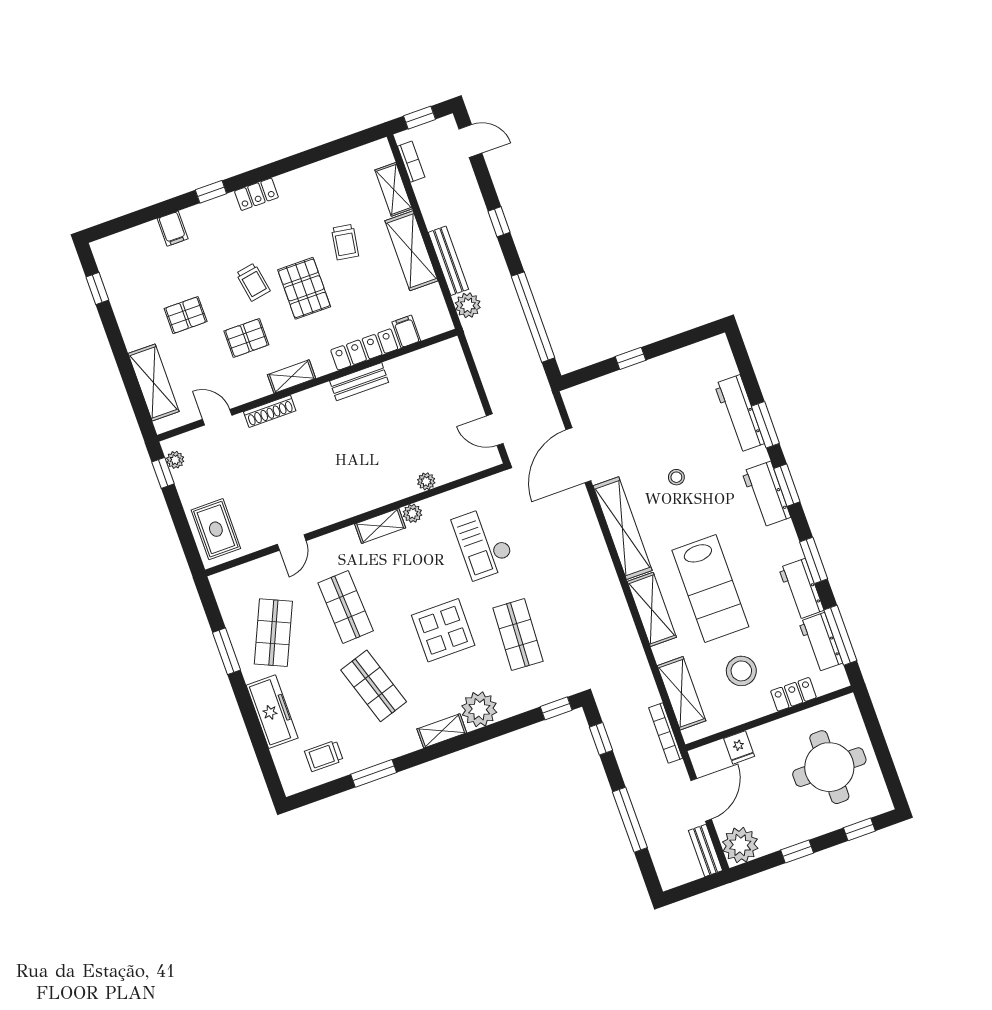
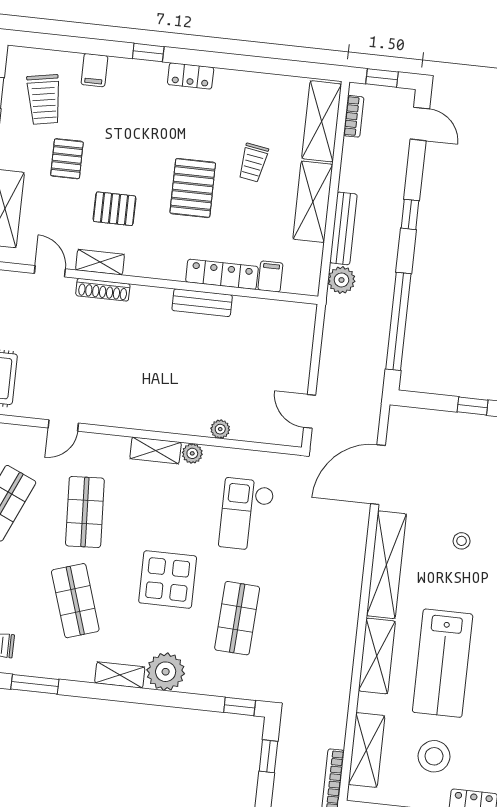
shelving: (394, 189) -> (322, 121), width x1.50, depth x1.33
trolley: (253, 282) -> (44, 99), moved, width x1.36, depth x1.39
pallet: (186, 315) -> (67, 159), turned 90
shelving: (292, 376) -> (100, 262), moved

